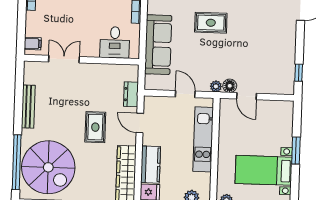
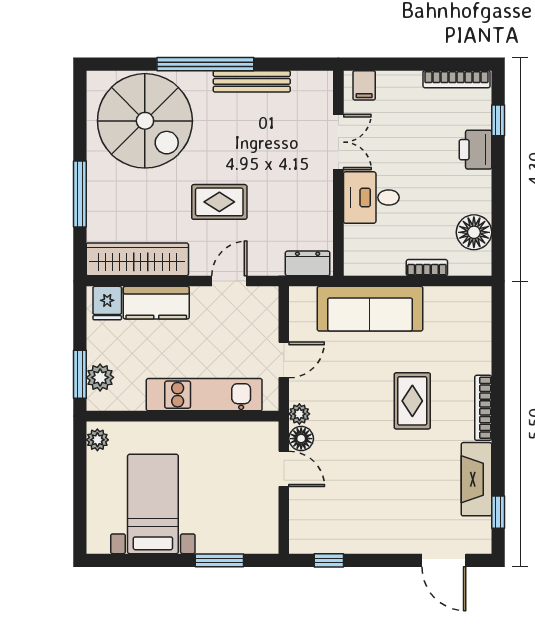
desk: (115, 42) -> (371, 198), moved
dresser: (131, 94) -> (308, 263), moved
door: (246, 96) -> (284, 469), swing flipped
window: (296, 151) -> (219, 560), moved
window: (17, 162) -> (205, 64), moved
spiral stairs: (48, 167) -> (145, 121), turned -90

